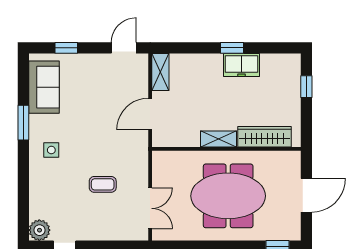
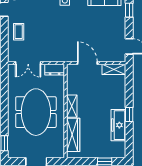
freezer: (242, 65) -> (118, 125), width x1.40
dresser: (161, 166) -> (55, 70), added
coffee table: (103, 184) -> (19, 32), moved

